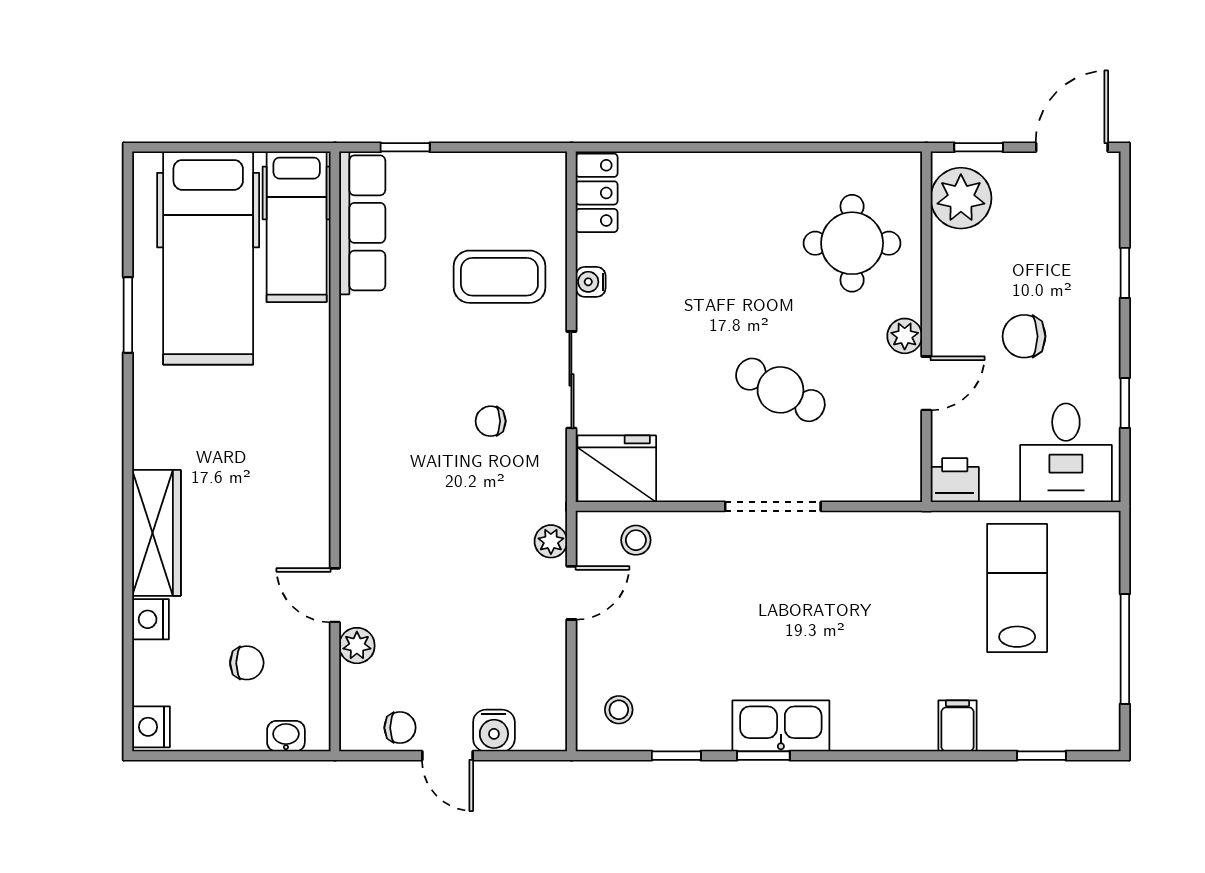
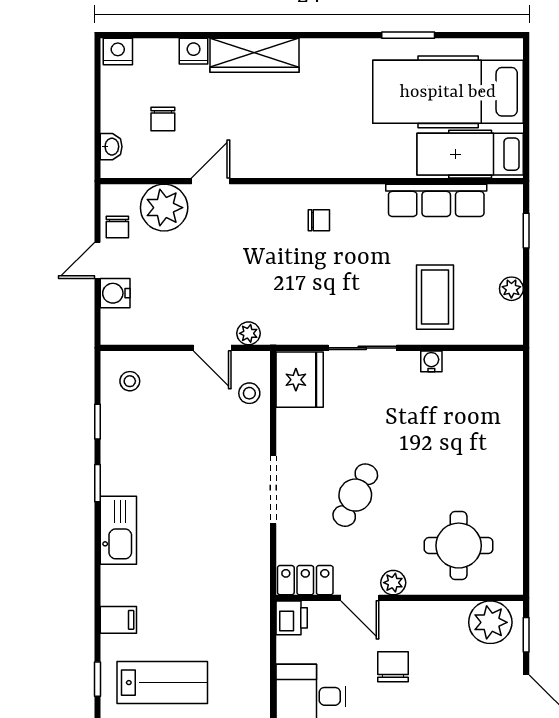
plant: (488, 168) -> (511, 289), added
locker: (597, 193) -> (305, 580), moved, turned 180
row of seats: (362, 223) -> (436, 200), moved
chair: (491, 421) -> (319, 220), moved, turned 90
lab bench: (1017, 588) -> (162, 683), moved
plant: (357, 646) -> (164, 208), width x1.88, depth x1.88
kitchen sink: (781, 726) -> (118, 530), moved

